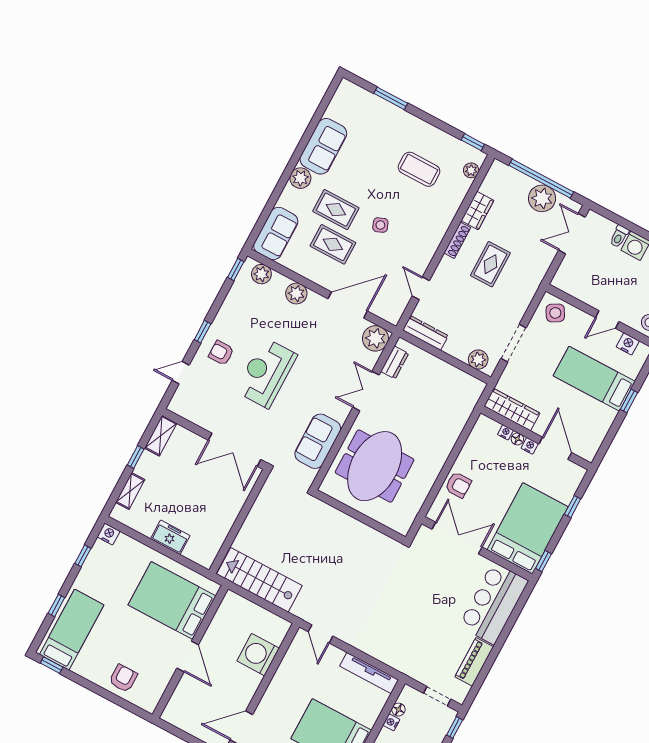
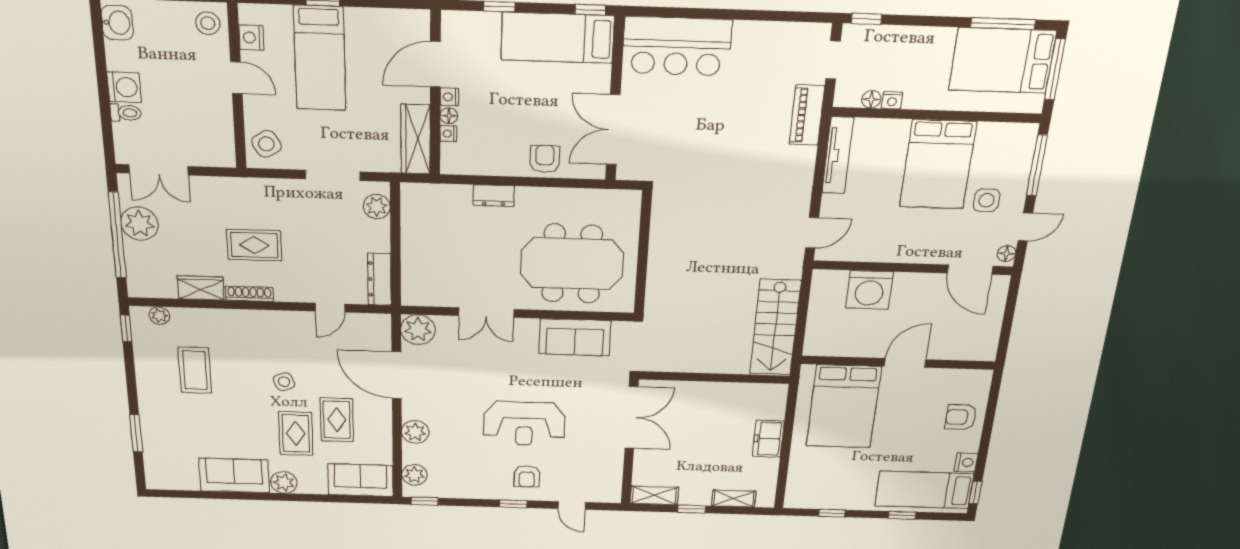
dresser: (395, 362) -> (494, 196), moved, turned 180
bed: (528, 528) -> (558, 38), width x0.67
nightstand: (109, 534) -> (966, 462), moved, turned 180
piano: (474, 662) -> (807, 115), moved, turned 90

